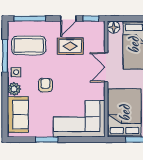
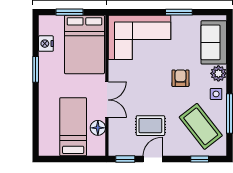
window: (30, 18) -> (200, 159), width x0.46
floor lamp: (114, 27) -> (98, 128), moved
coffee table: (29, 45) -> (201, 126), turned 52
armchair: (45, 85) -> (180, 78), turned 180

